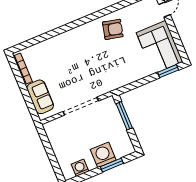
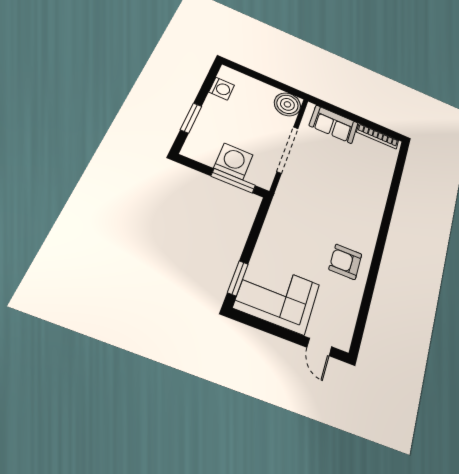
armchair: (113, 29) -> (345, 262), turned 77
boiler: (54, 129) -> (287, 104), added
washing machine: (103, 155) -> (233, 161), moved, turned -90

